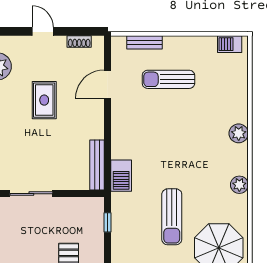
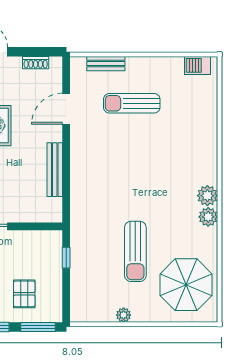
plant: (239, 133) -> (207, 196), moved
bench: (97, 165) -> (55, 170), moved
barbecue: (121, 176) -> (81, 207), removed

